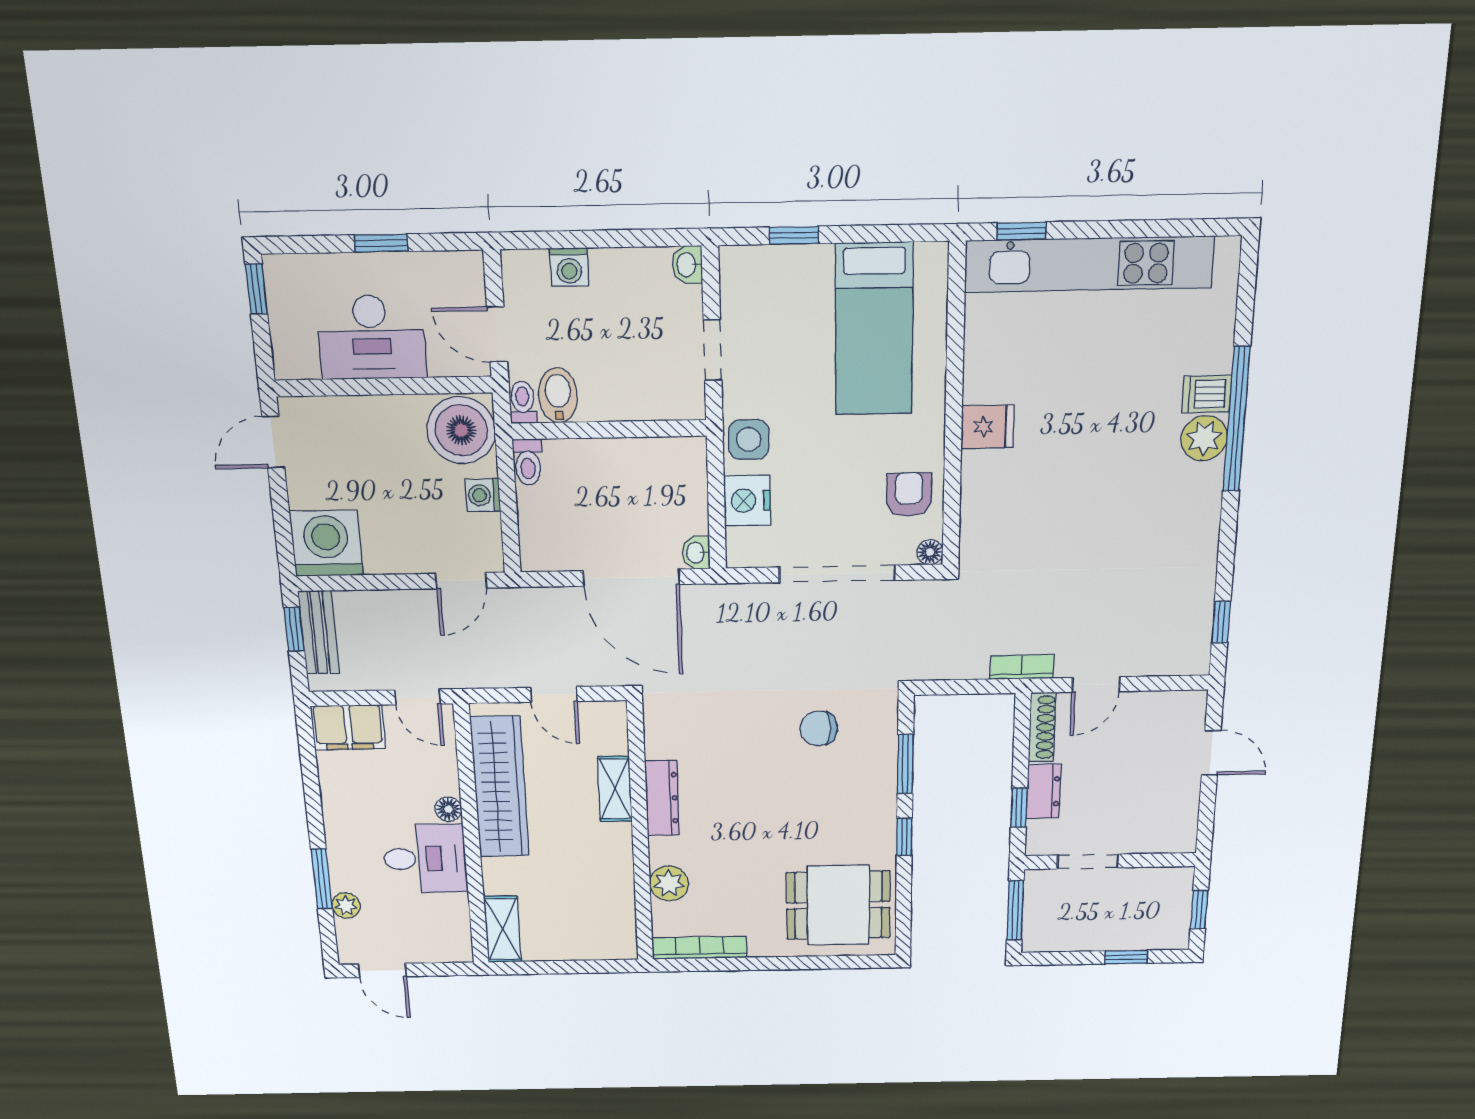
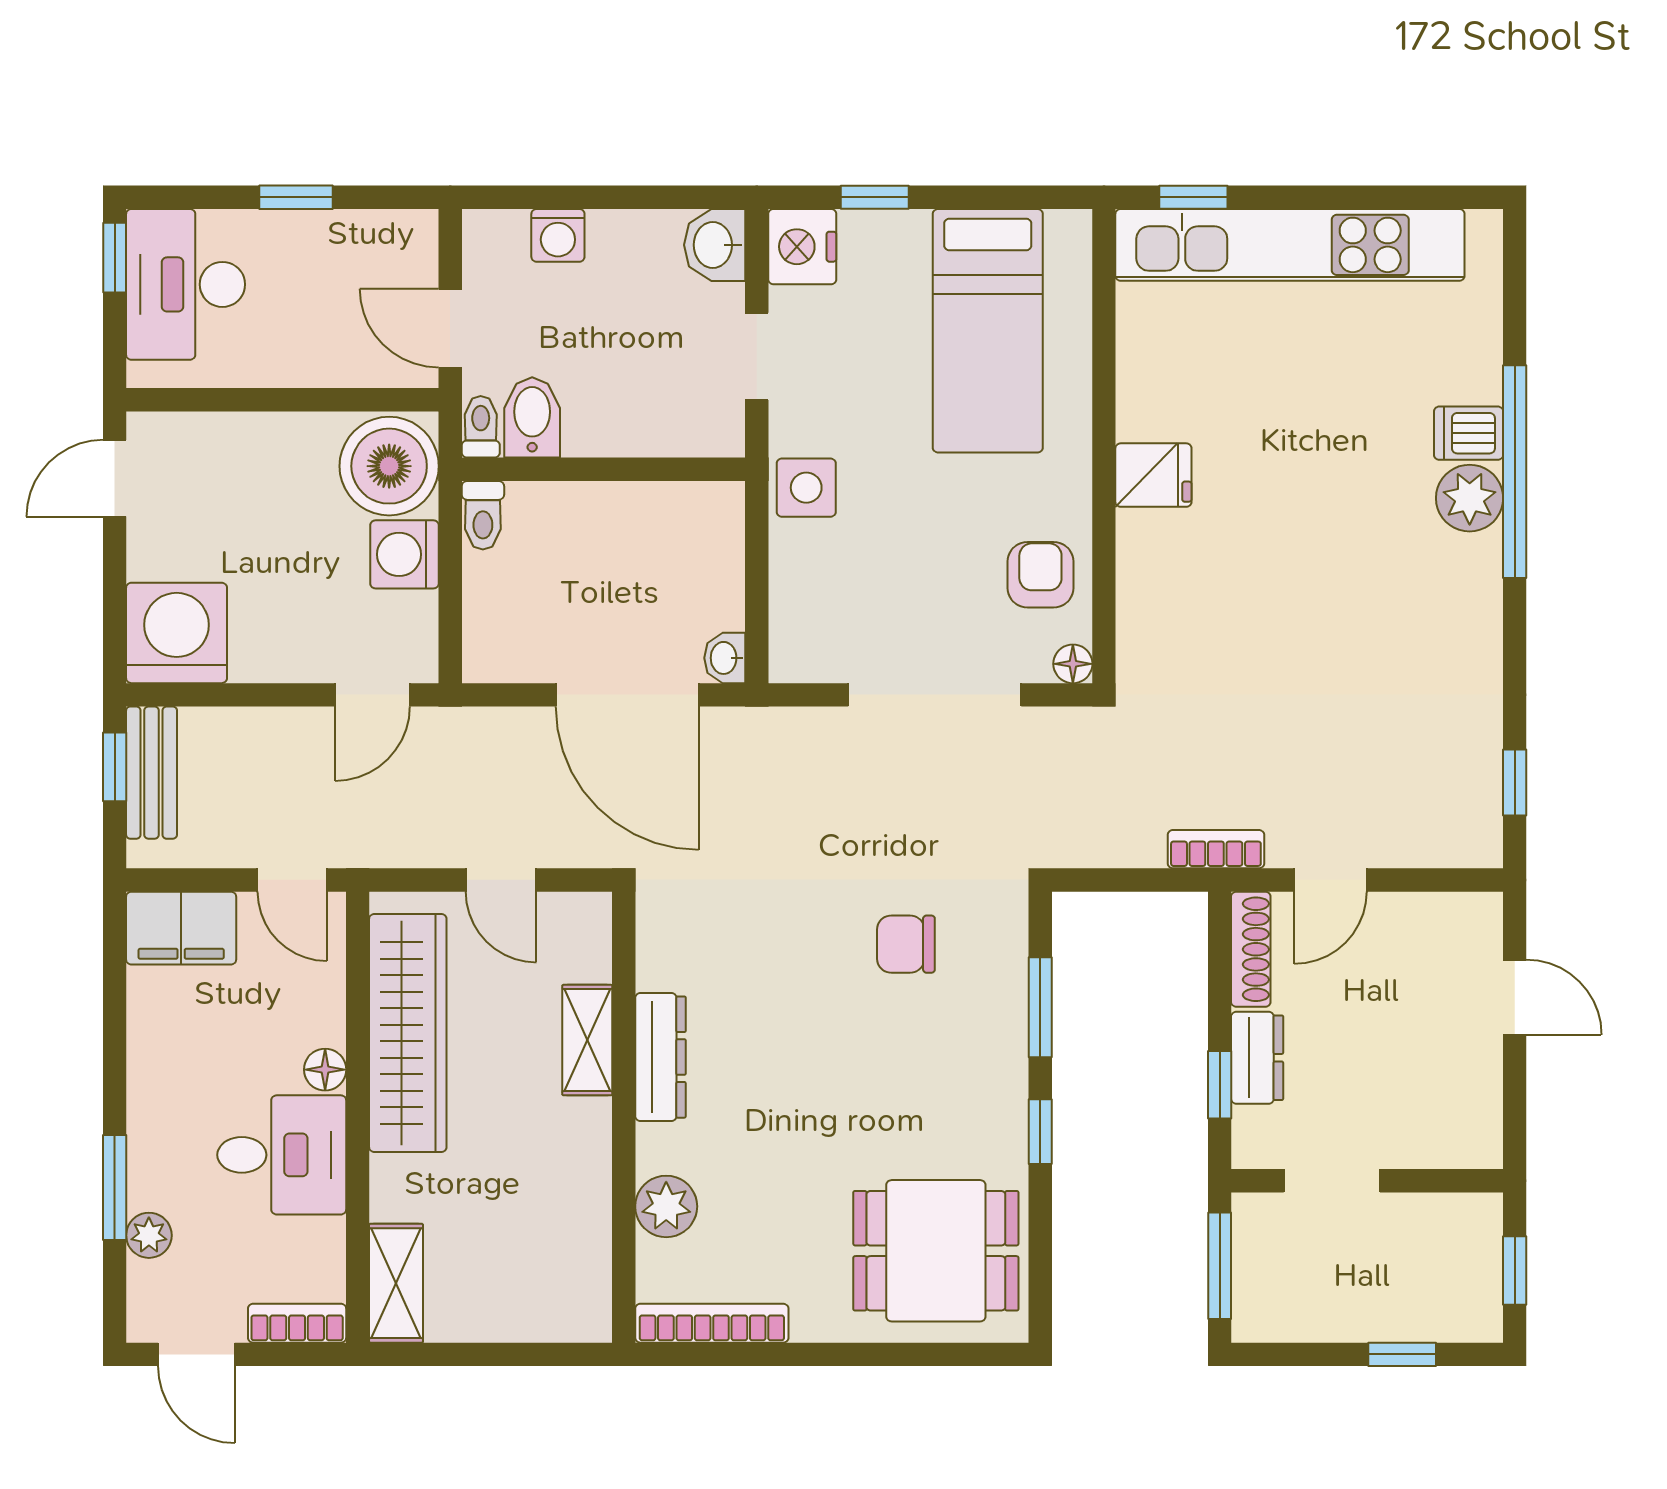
washbasin: (687, 265) -> (715, 245), width x1.38, depth x1.45
desk: (371, 337) -> (186, 284), moved, turned 90
washing machine: (483, 495) -> (404, 554), width x1.38, depth x1.38
nightstand: (747, 501) -> (802, 247), moved
bookcase: (443, 952) -> (297, 1323), added

